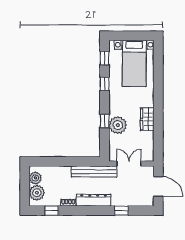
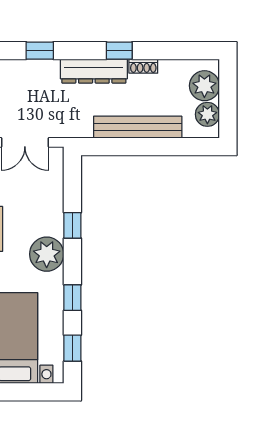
plant: (118, 125) -> (47, 254), moved
bench: (94, 171) -> (138, 127), moved
window: (52, 211) -> (119, 51), moved

